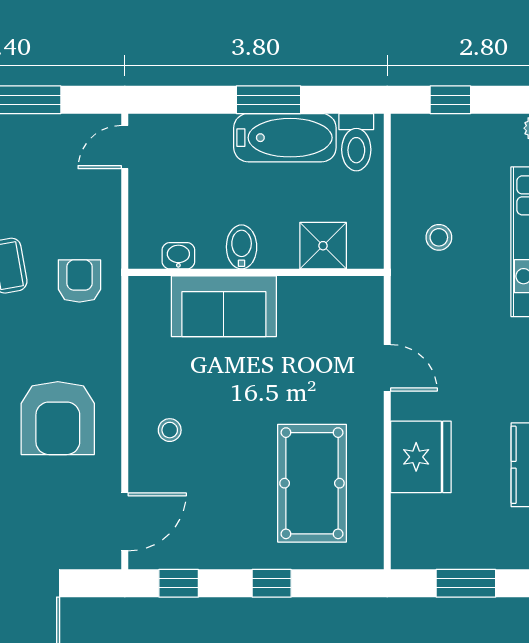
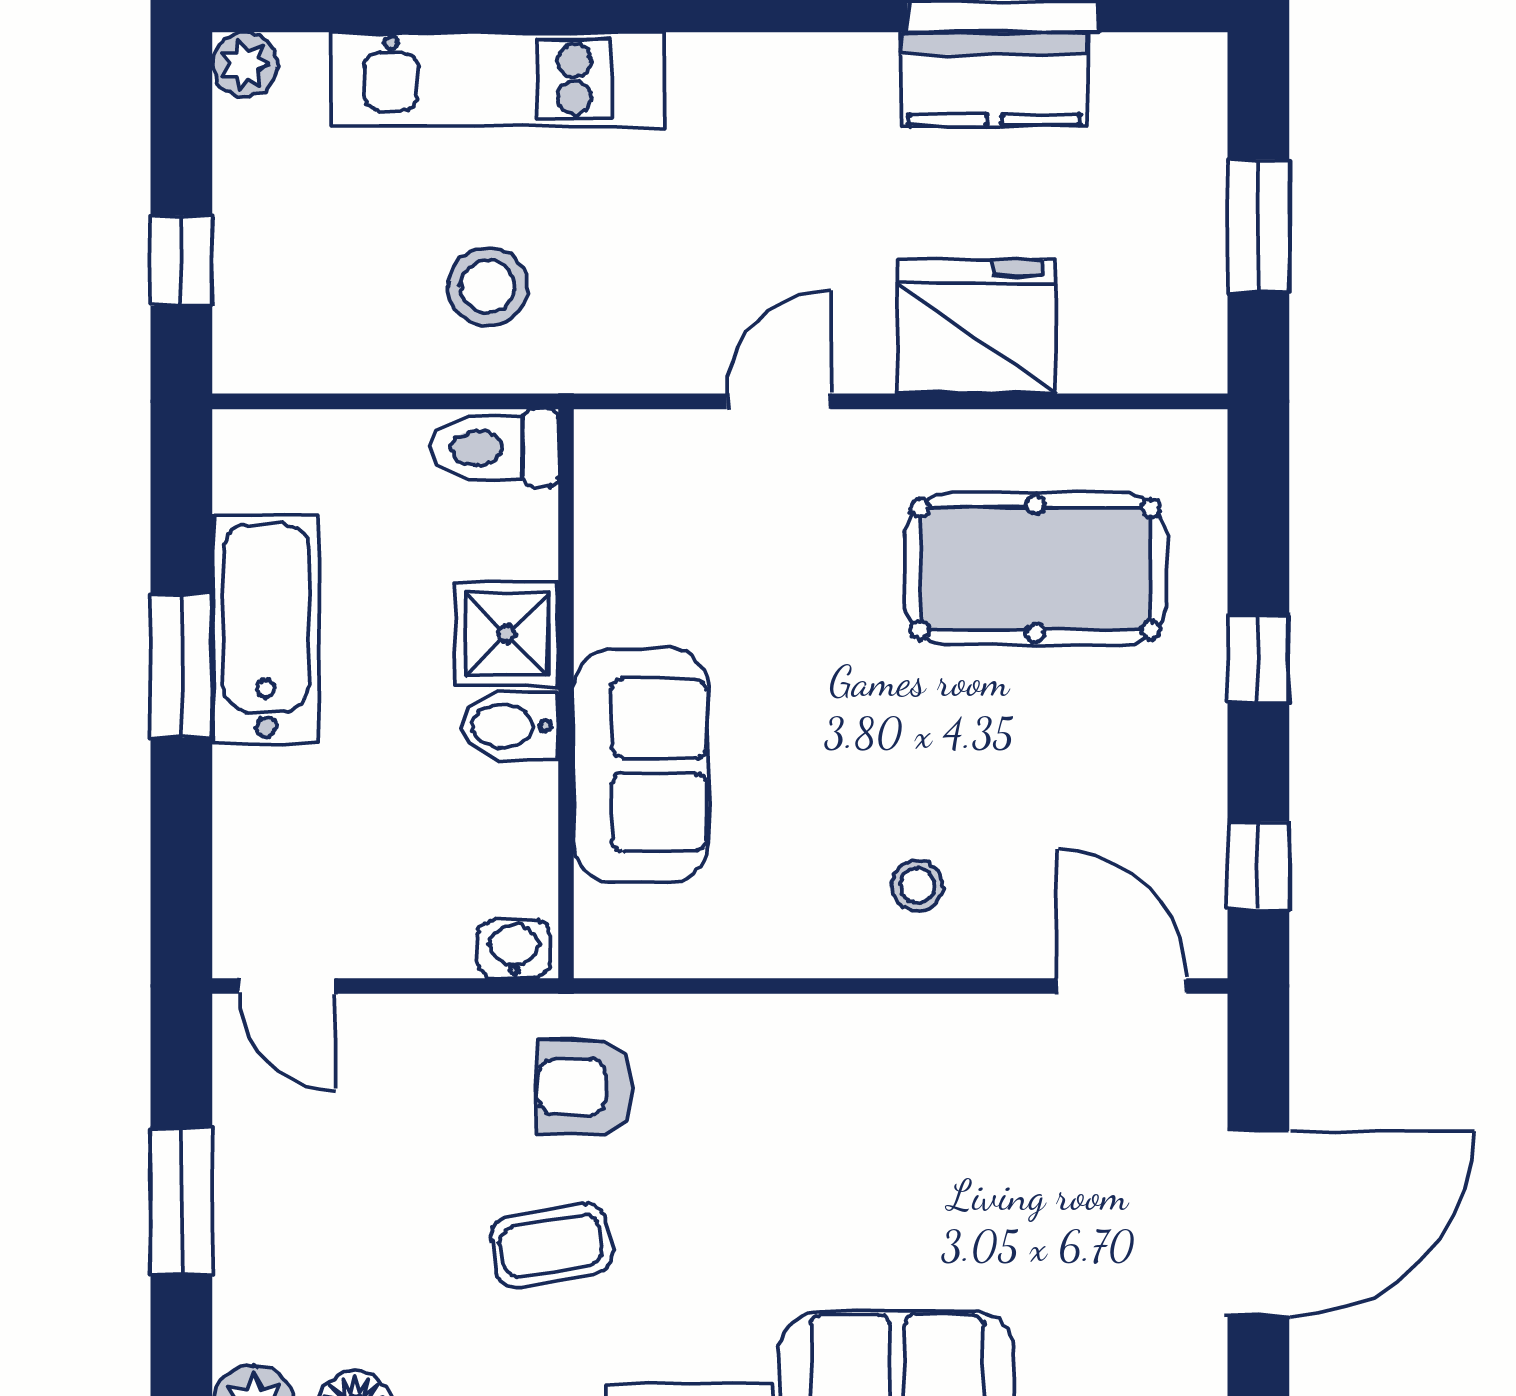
toilet: (356, 142) -> (495, 448), moved, turned 180
stool: (439, 237) -> (488, 287), width x1.37, depth x1.37
shower: (323, 246) -> (507, 634), moved
washbasin: (178, 256) -> (514, 949), moved, turned 90
armchair: (58, 418) -> (890, 1135), removed

